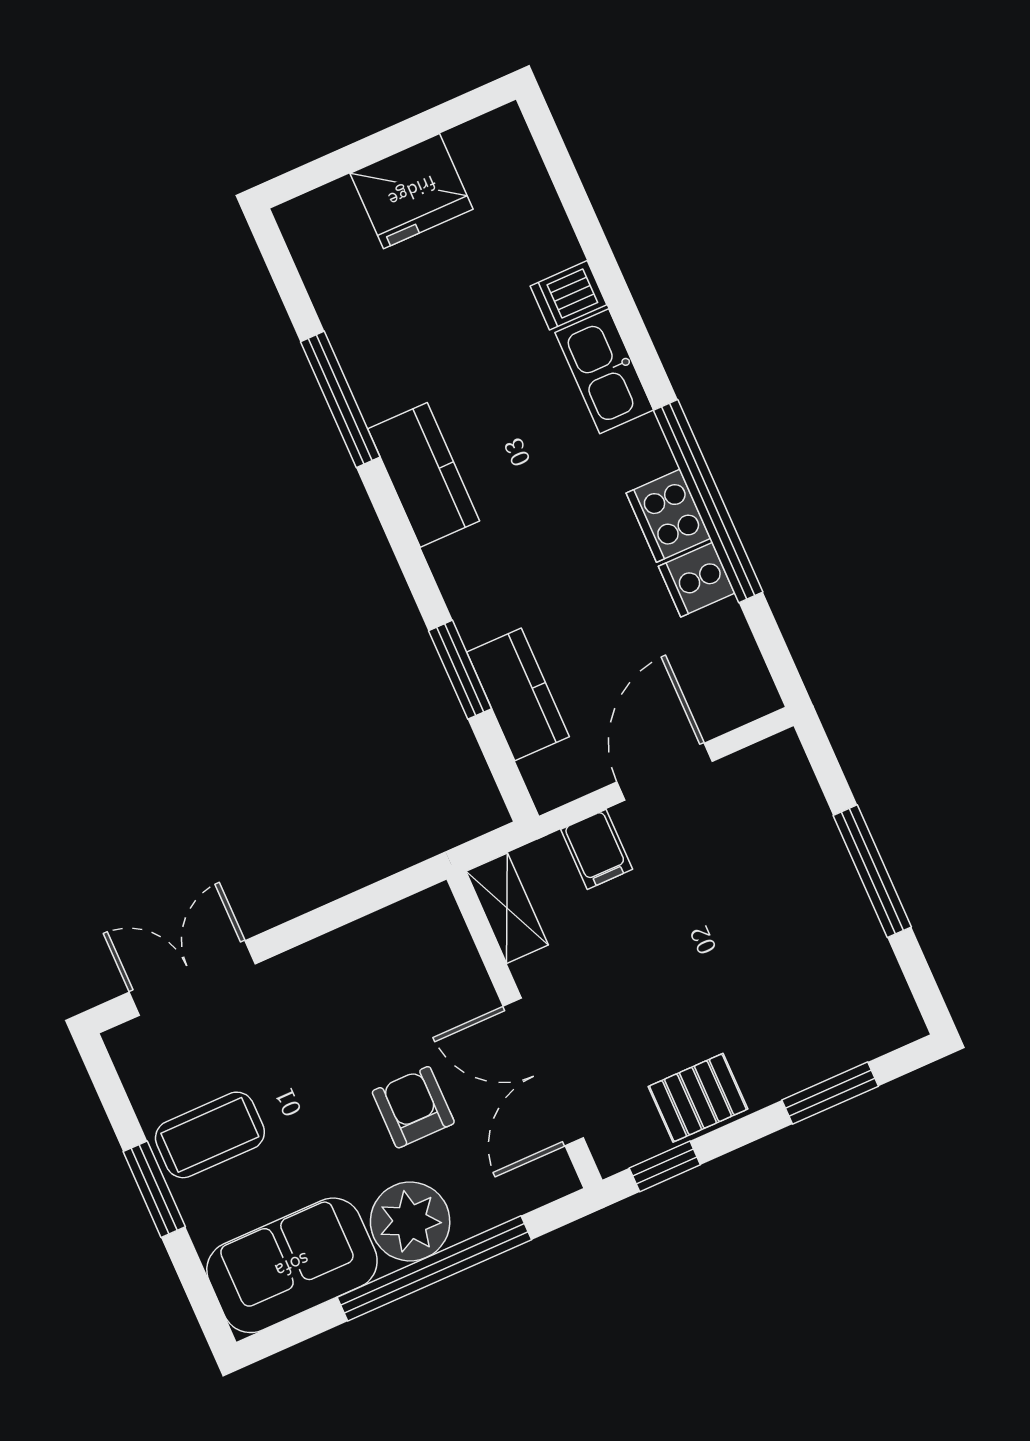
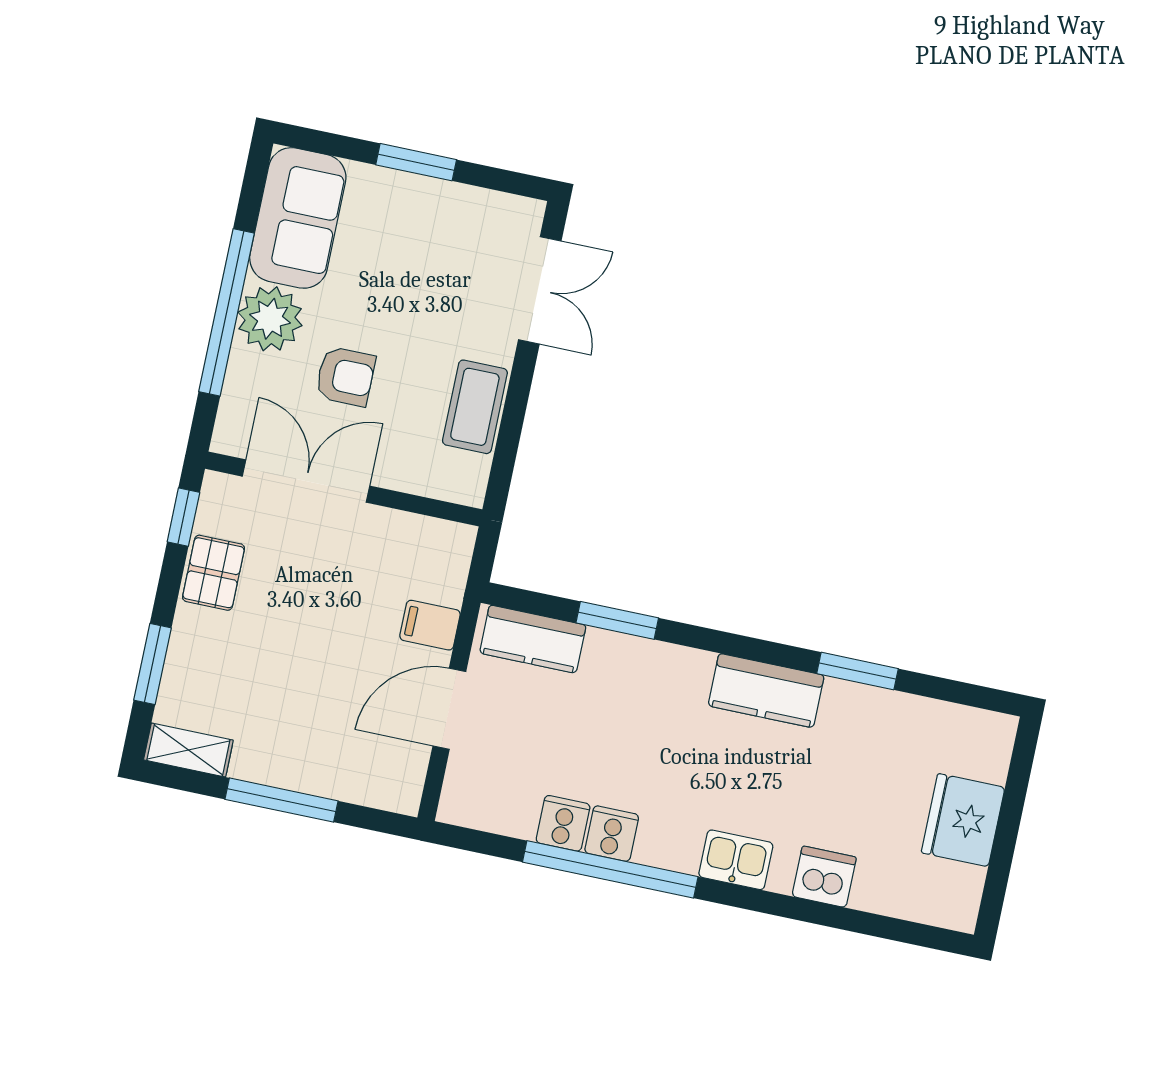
dishwasher: (568, 295) -> (824, 877), width x1.38
kitchen sink: (604, 371) -> (736, 860), width x0.73
window: (340, 399) -> (857, 671), width x0.69
cooker: (668, 516) -> (612, 834), width x0.73
kitchen counter: (518, 694) -> (533, 639), moved
door: (665, 772) -> (449, 709), swing flipped
shelving: (507, 908) -> (188, 750), moved
coffee table: (210, 1135) -> (475, 407), moved

